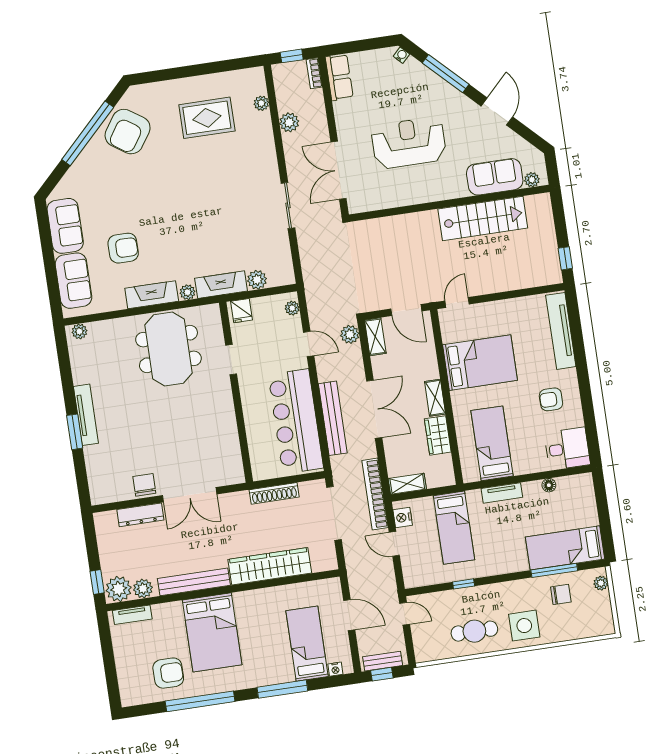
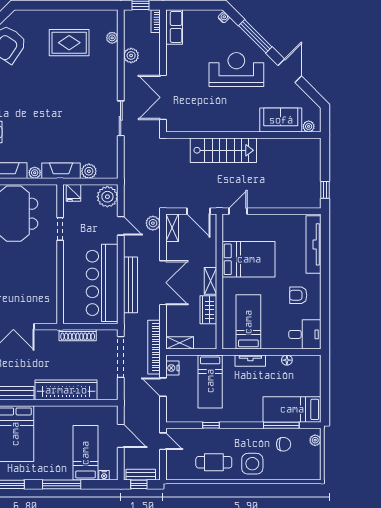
reception desk: (409, 143) -> (236, 70), moved
stairs: (483, 218) -> (223, 150), moved
plant: (292, 308) -> (107, 197), width x1.87, depth x1.87

